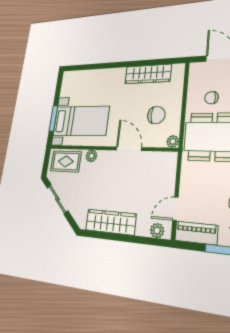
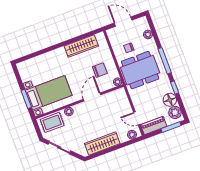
door: (129, 149) -> (92, 97), hinge flipped
door: (175, 209) -> (137, 118), hinge flipped

